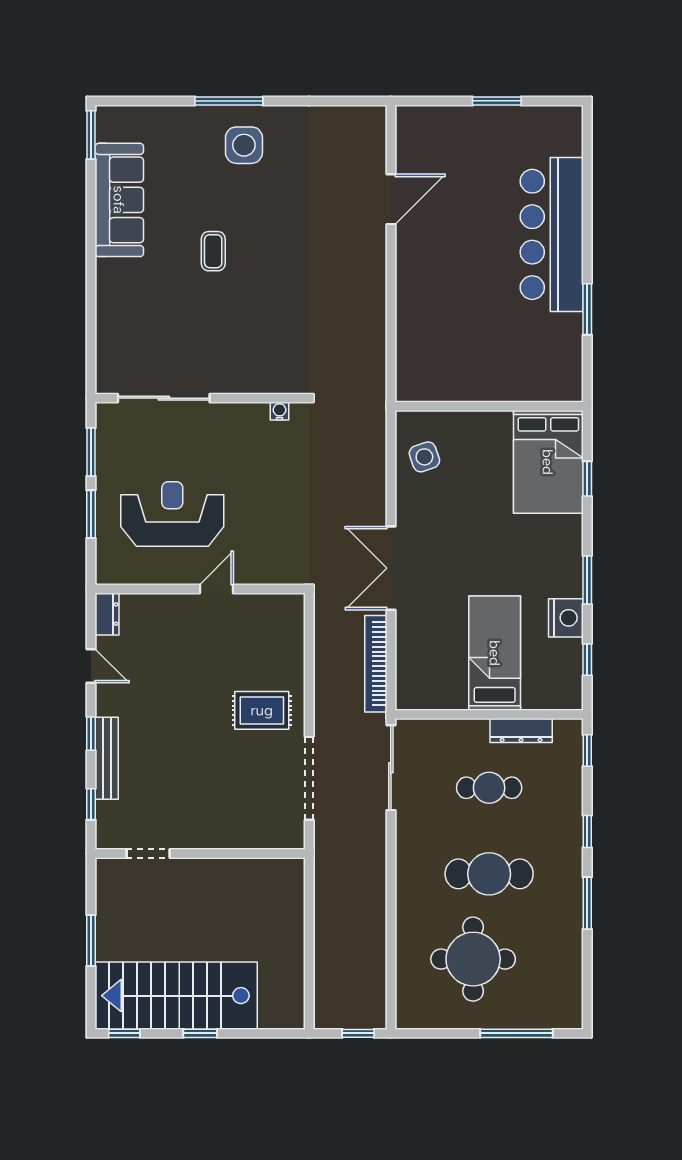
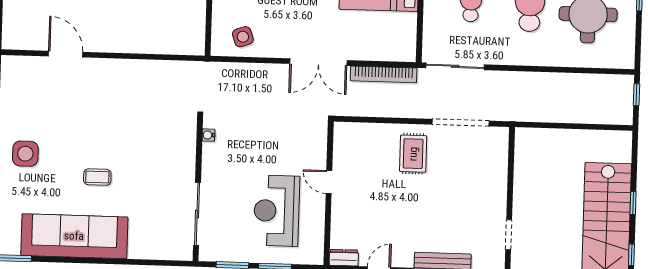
sofa: (119, 200) -> (74, 236), width x1.36, depth x1.27

